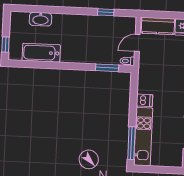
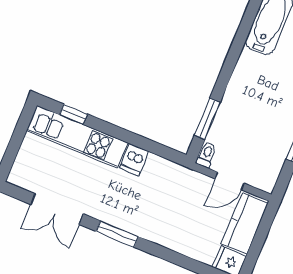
door: (137, 43) -> (230, 181), swing flipped
window: (131, 143) -> (73, 114), width x0.46

